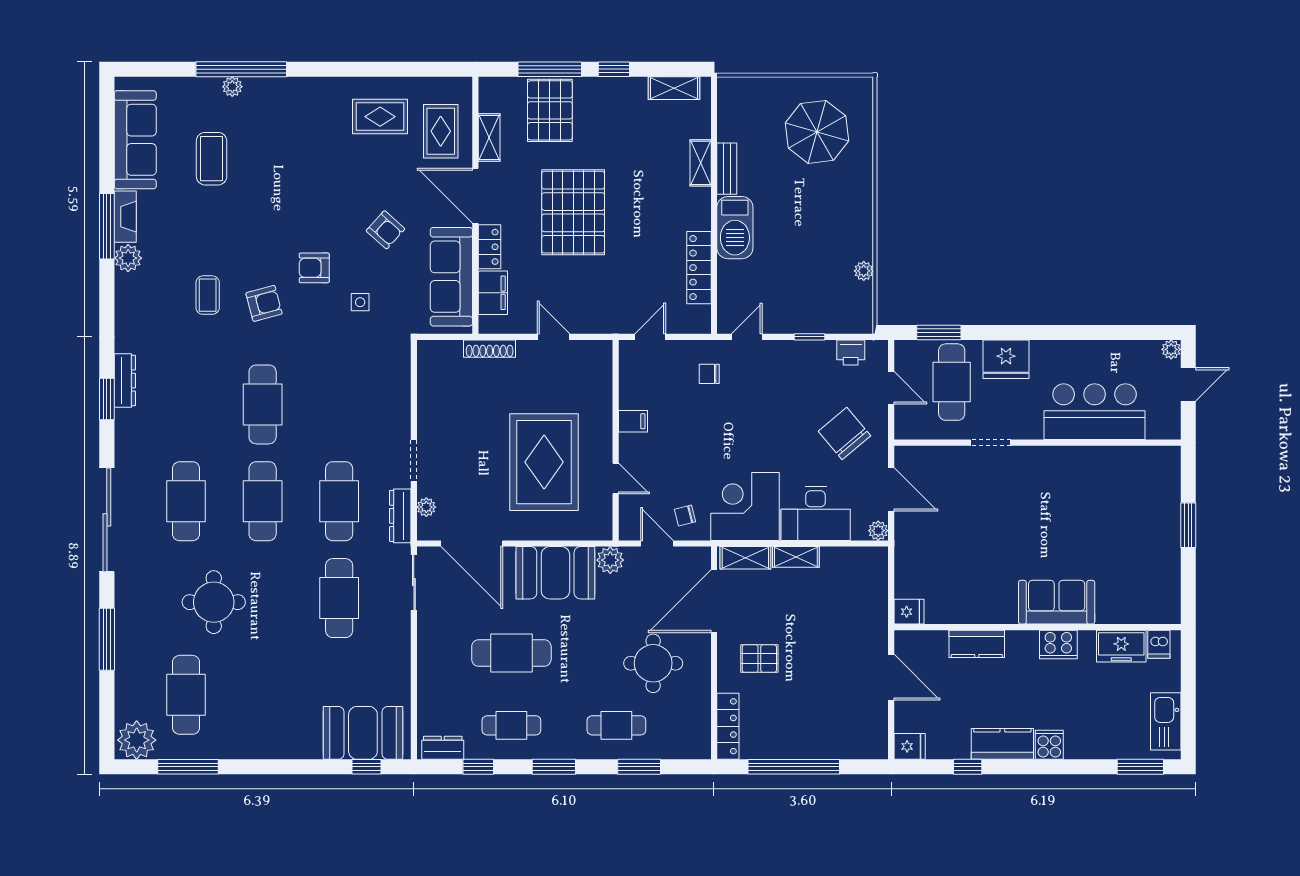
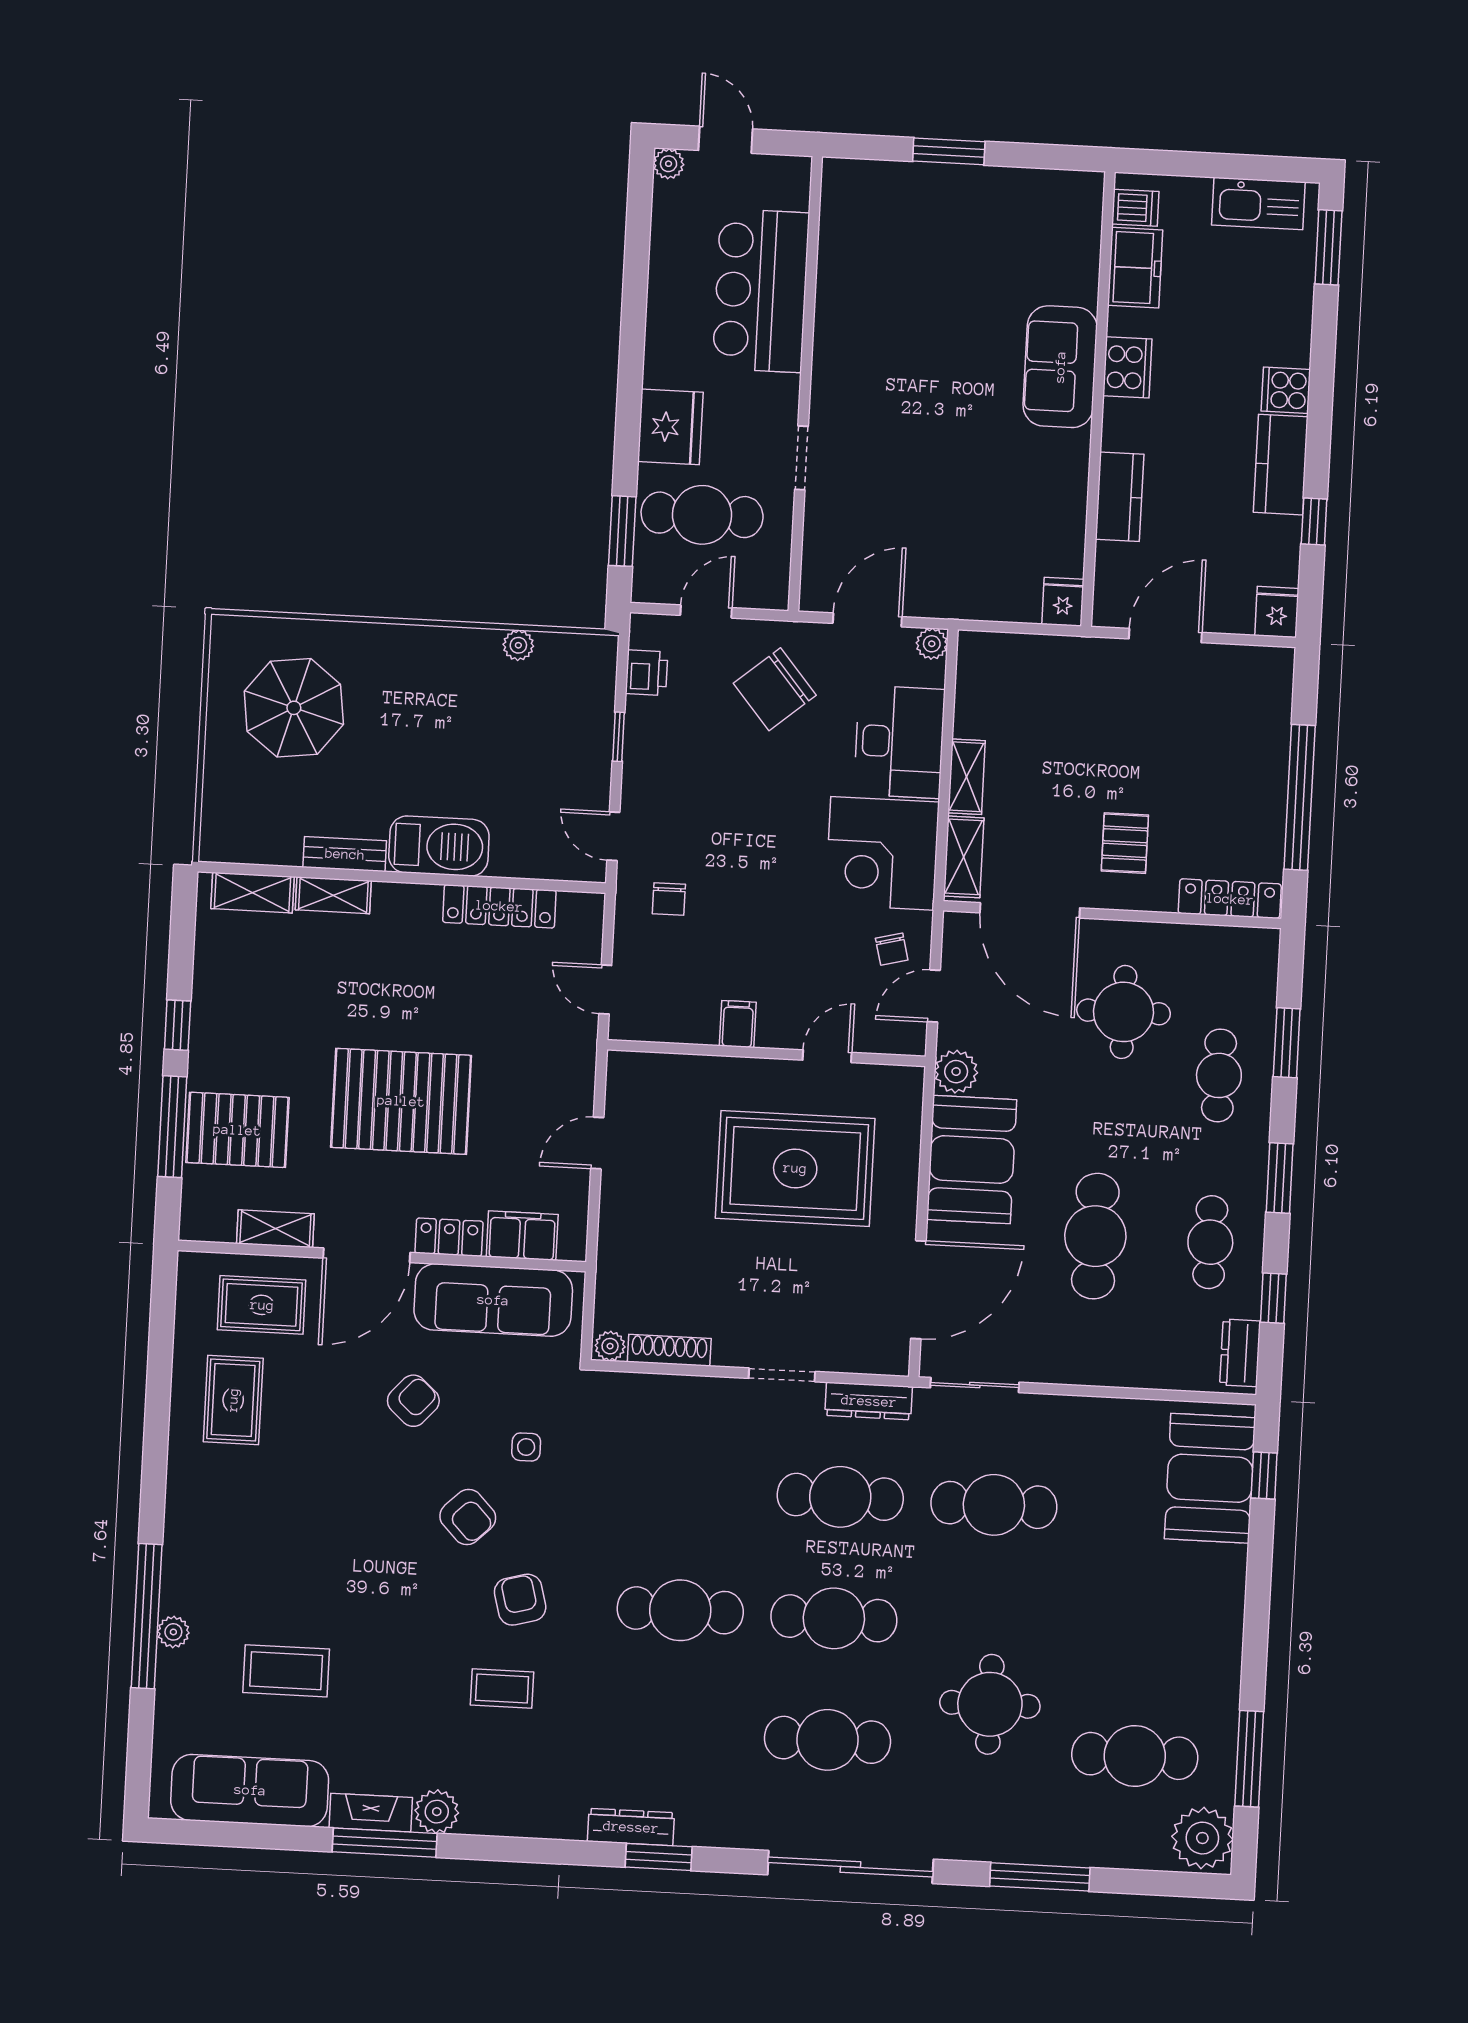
shelving: (674, 88) -> (252, 893), moved, turned 90
armchair: (314, 268) -> (468, 1517), turned -44
shoe rack: (490, 349) -> (669, 1350), moved, turned -90
plant: (426, 507) -> (610, 1346), moved

